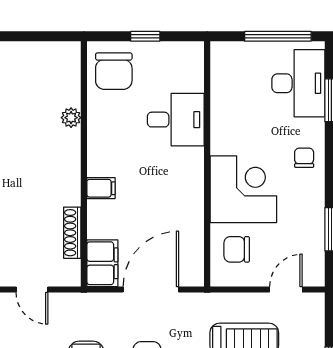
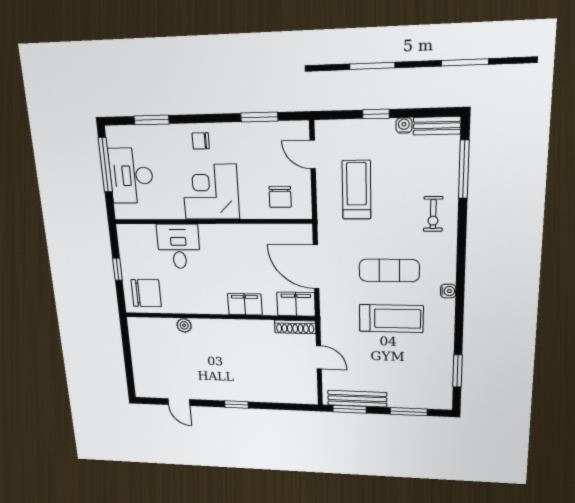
desk: (298, 83) -> (131, 176), moved, turned -90
filing cabinet: (101, 188) -> (245, 304), width x2.00
corner desk: (243, 189) -> (211, 192), moved
shoe rack: (72, 233) -> (295, 327), moved
door: (32, 290) -> (319, 357), hinge flipped

